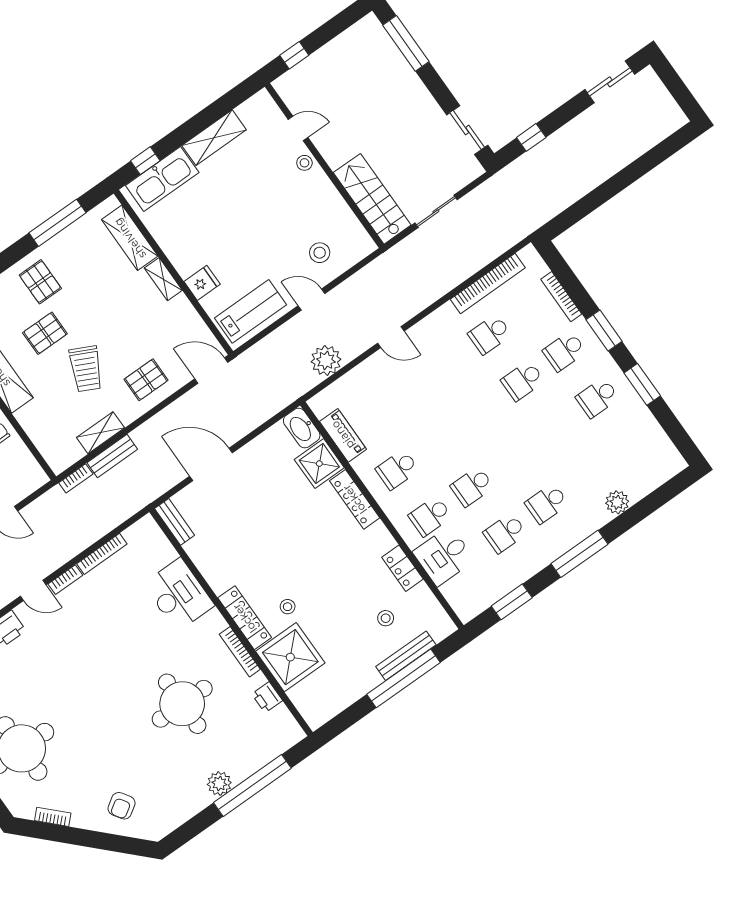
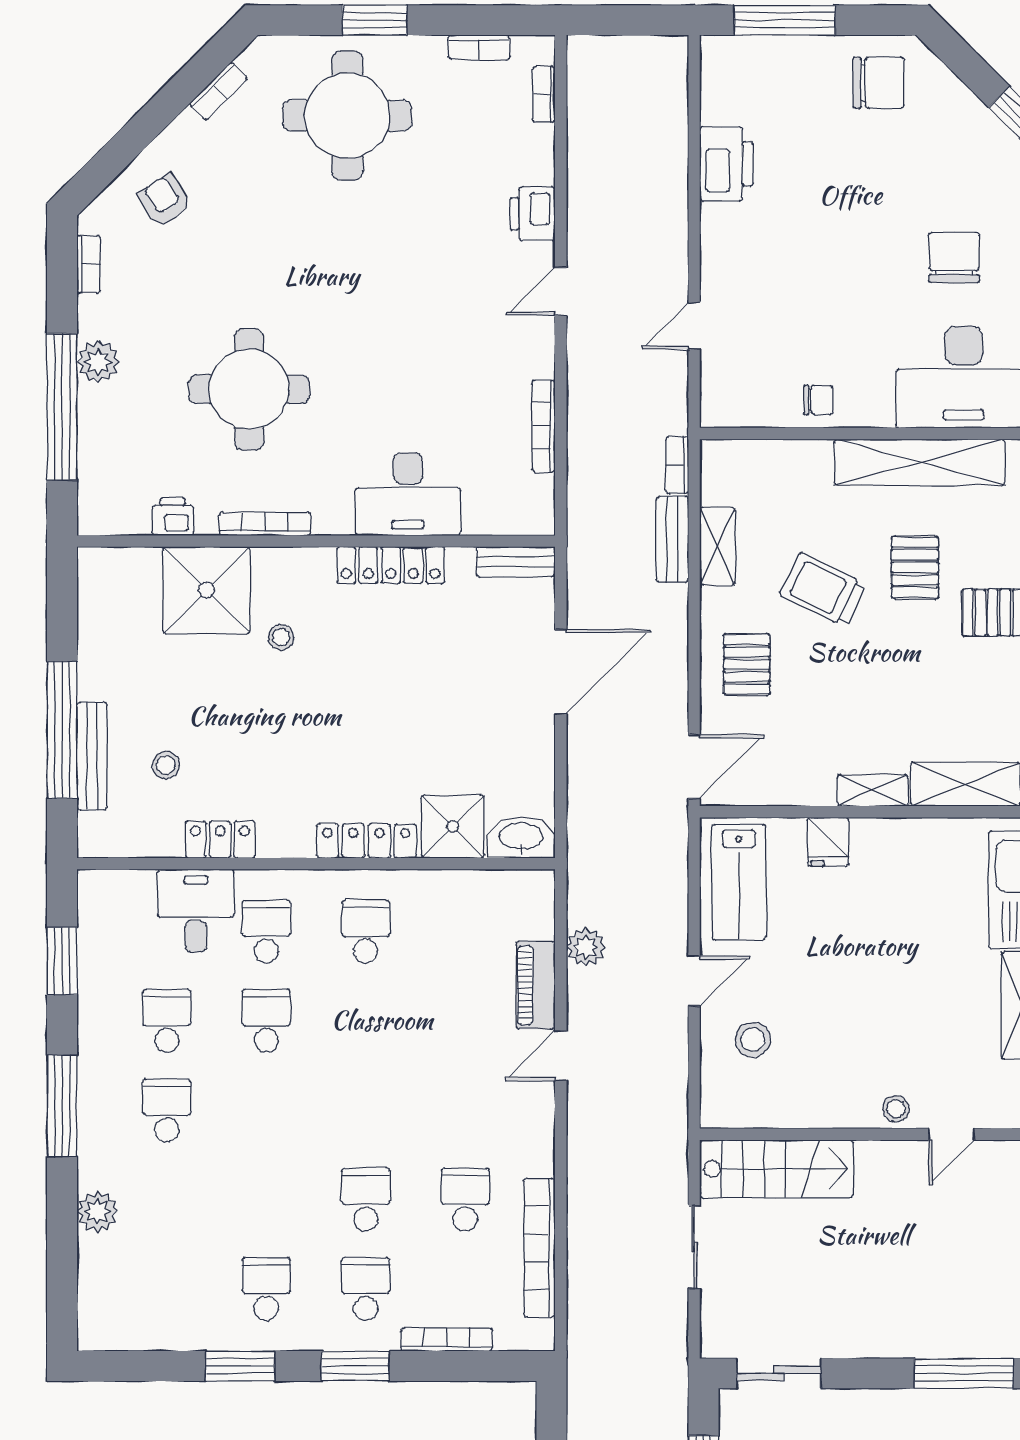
plant: (326, 360) -> (586, 947), width x0.73, depth x0.73
piano: (343, 435) -> (536, 985), moved, turned 90
bookcase: (65, 580) -> (89, 264), moved, turned 180
locker: (245, 618) -> (391, 565), moved

